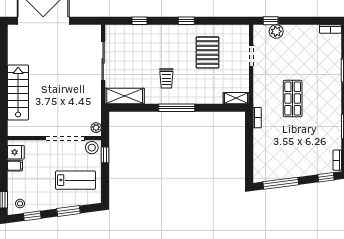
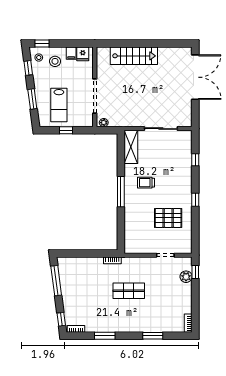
shelving: (236, 98) -> (129, 242), removed
stool: (92, 148) -> (55, 61), moved
window: (105, 155) -> (66, 130), moved

